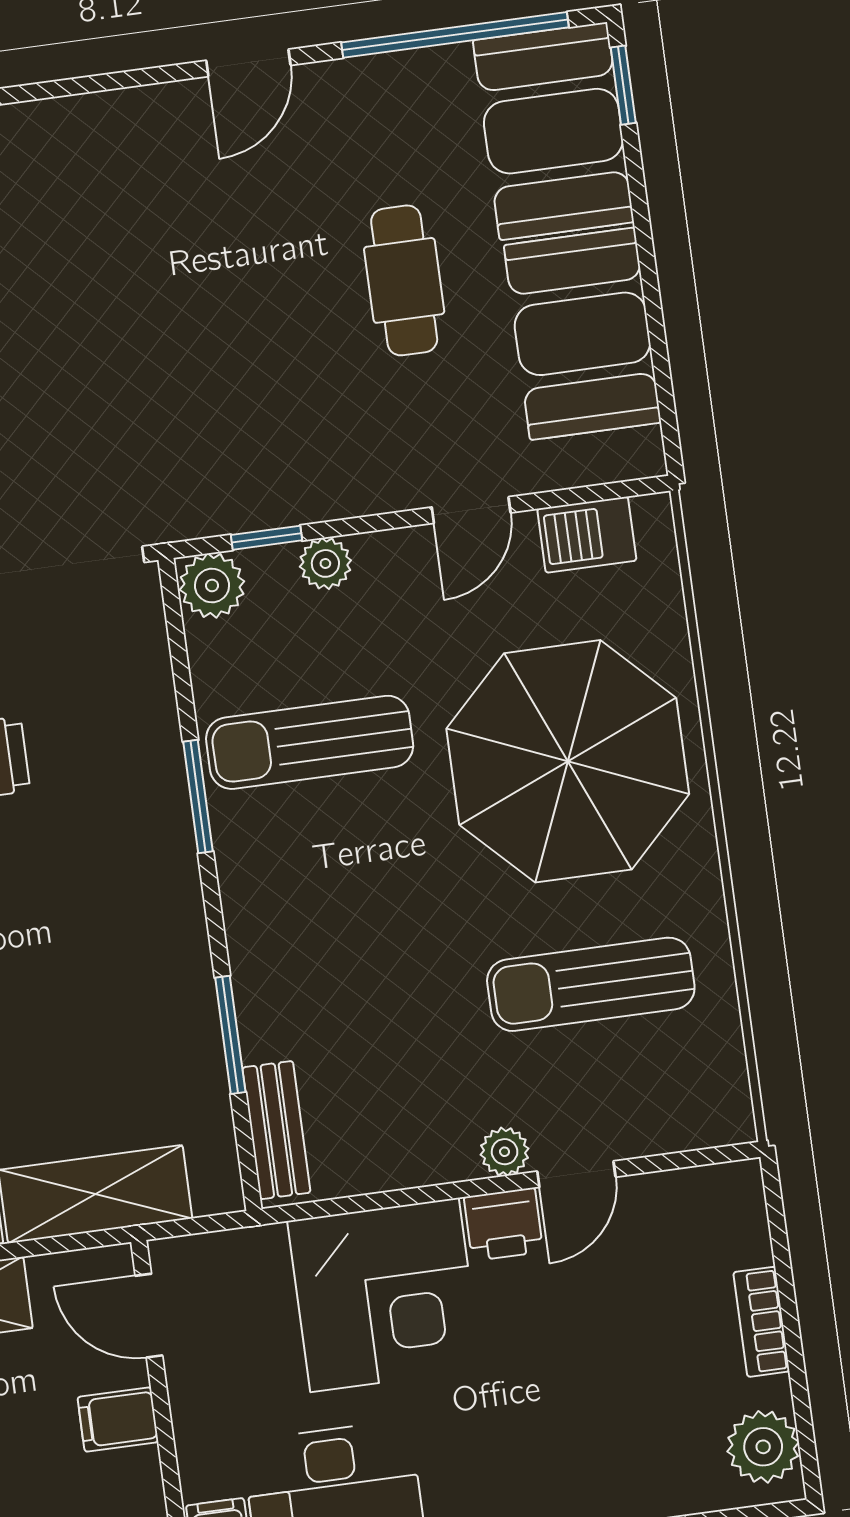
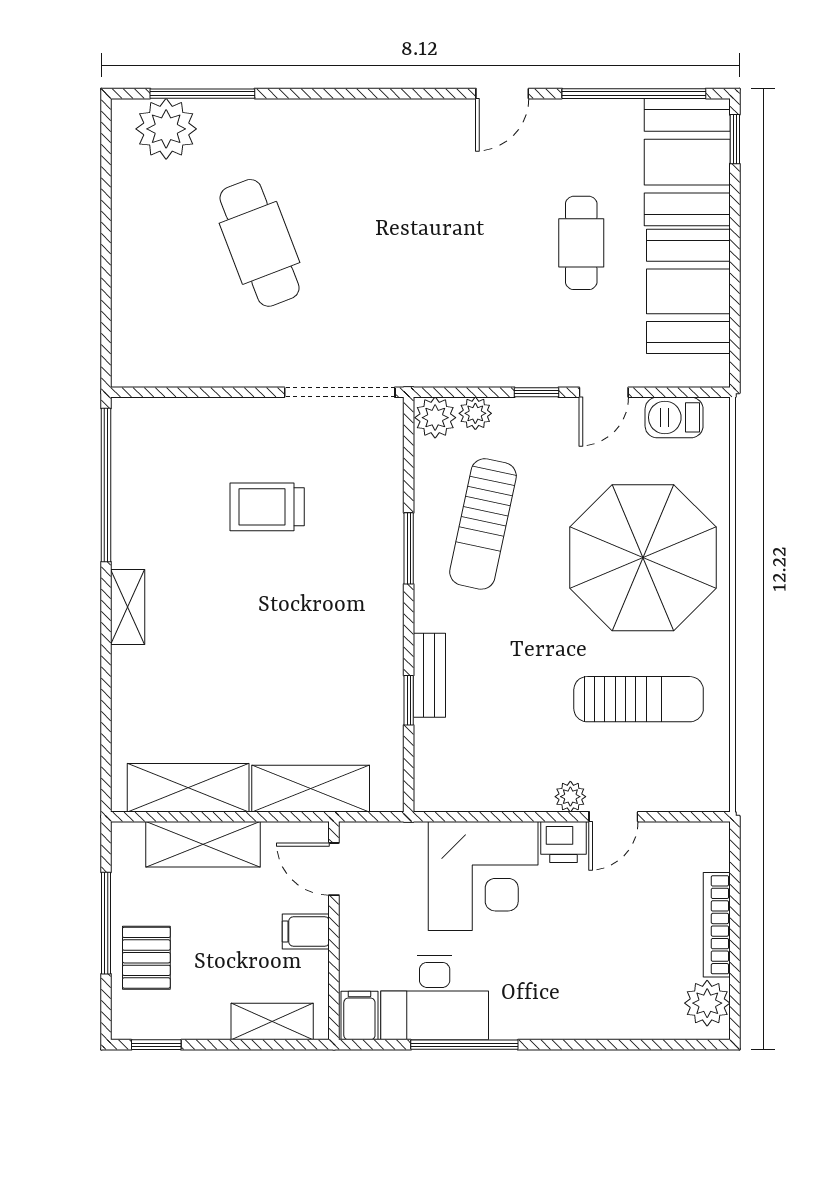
window: (267, 538) -> (536, 392), moved
plant: (325, 563) -> (475, 413), moved
sun lounger: (310, 742) -> (483, 524), turned -78
sun lounger: (591, 984) -> (639, 699), turned 180
window: (230, 1035) -> (409, 700), width x0.67
bench: (276, 1130) -> (429, 675), moved
bookcase: (761, 1322) -> (717, 925), width x1.56

